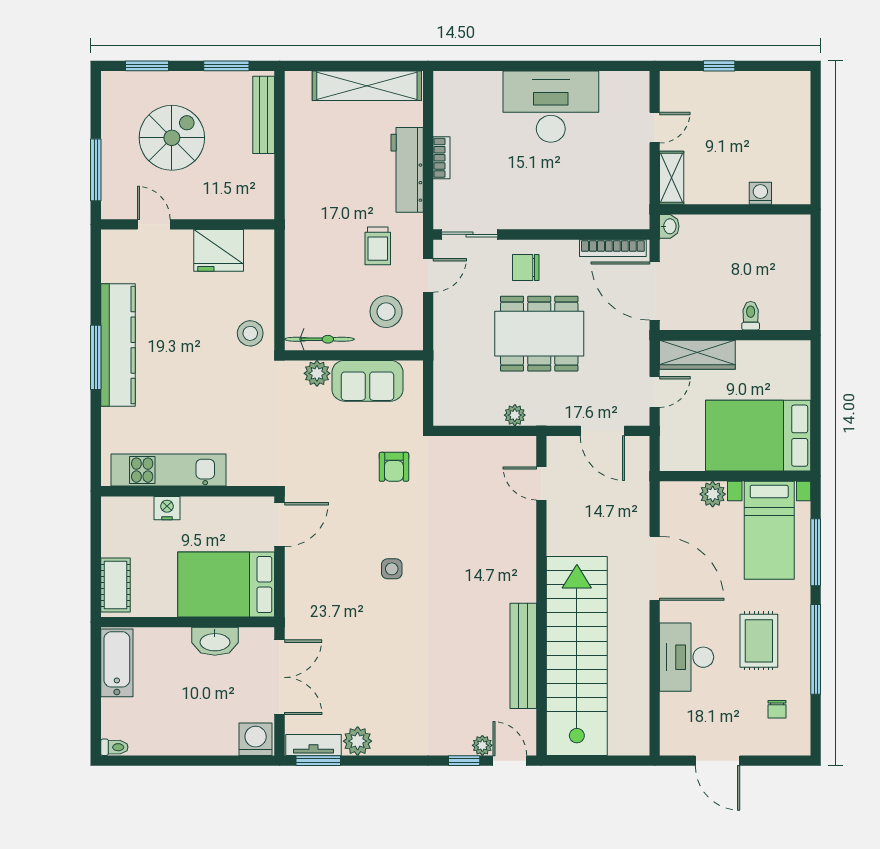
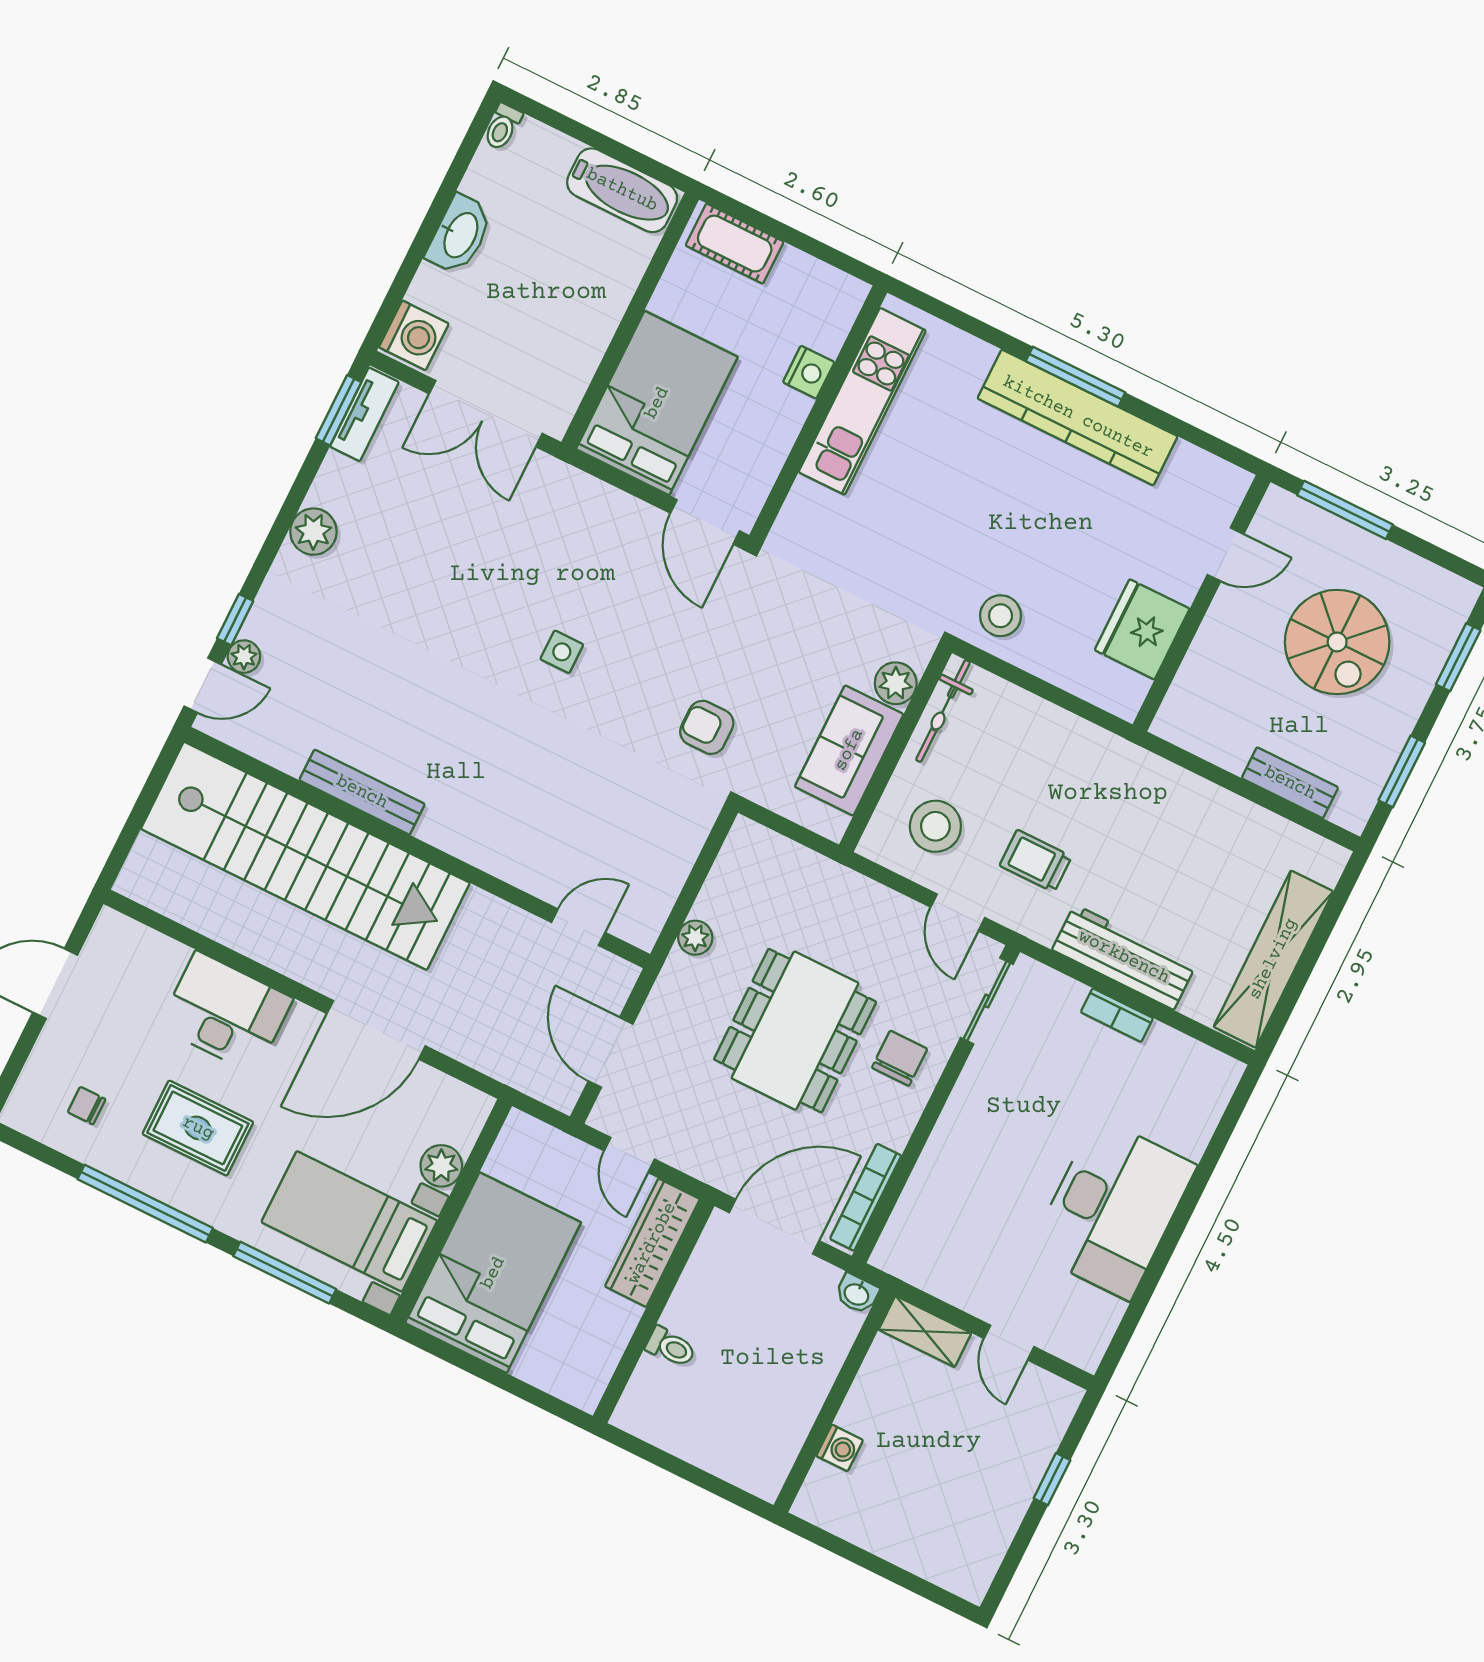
bench: (264, 115) -> (1290, 783), width x0.73
door: (602, 431) -> (611, 1052), hinge flipped
washbasin: (215, 641) -> (460, 235), moved, turned 180
bench: (523, 656) -> (362, 792), width x0.73, depth x0.82
plant: (358, 741) -> (313, 532), moved

